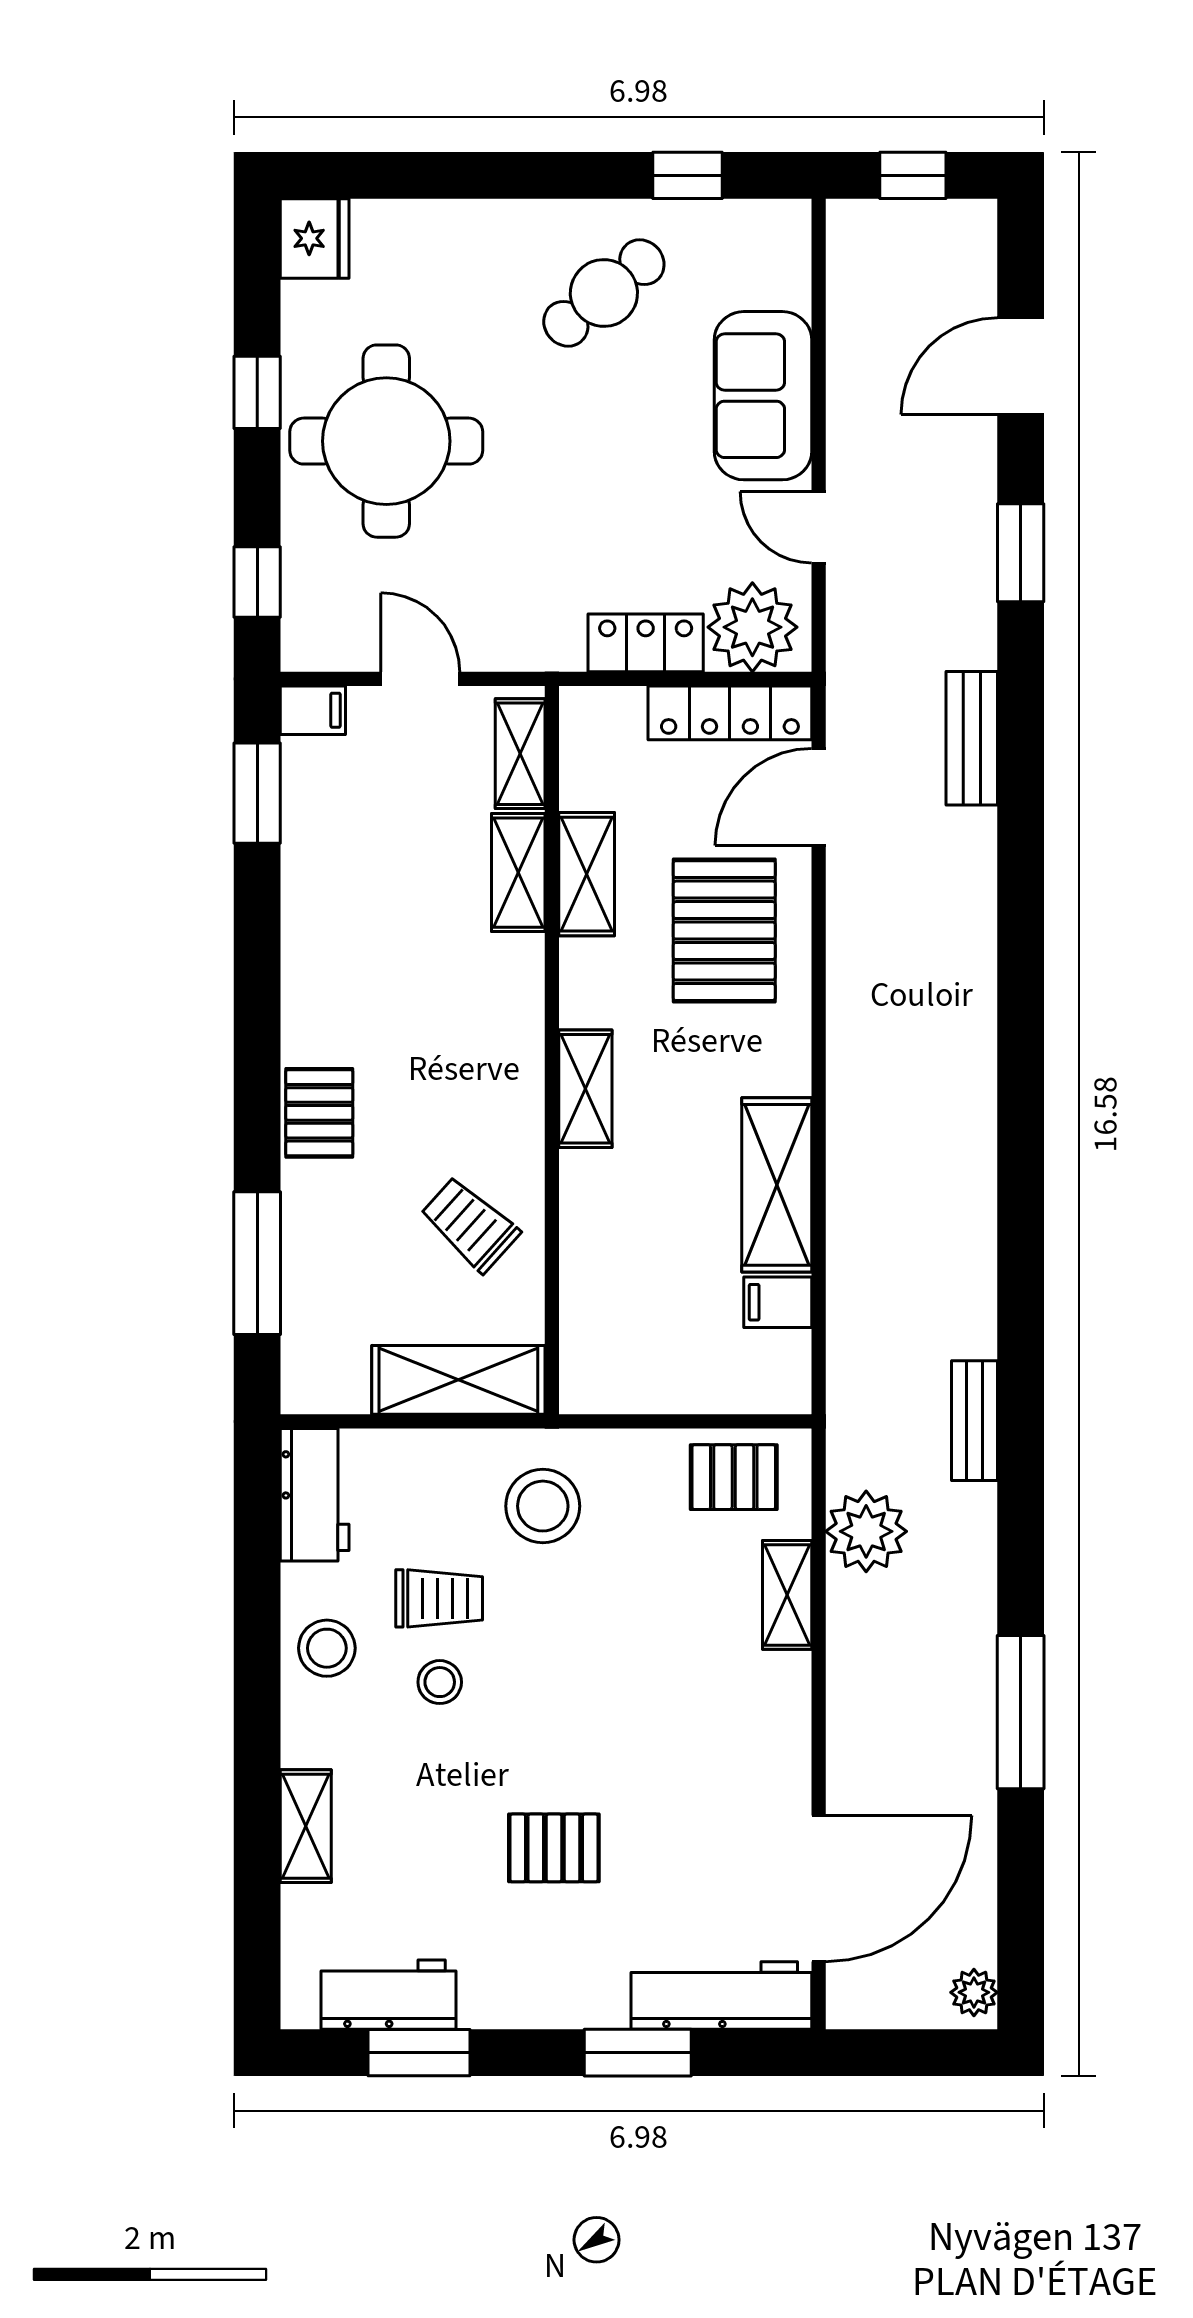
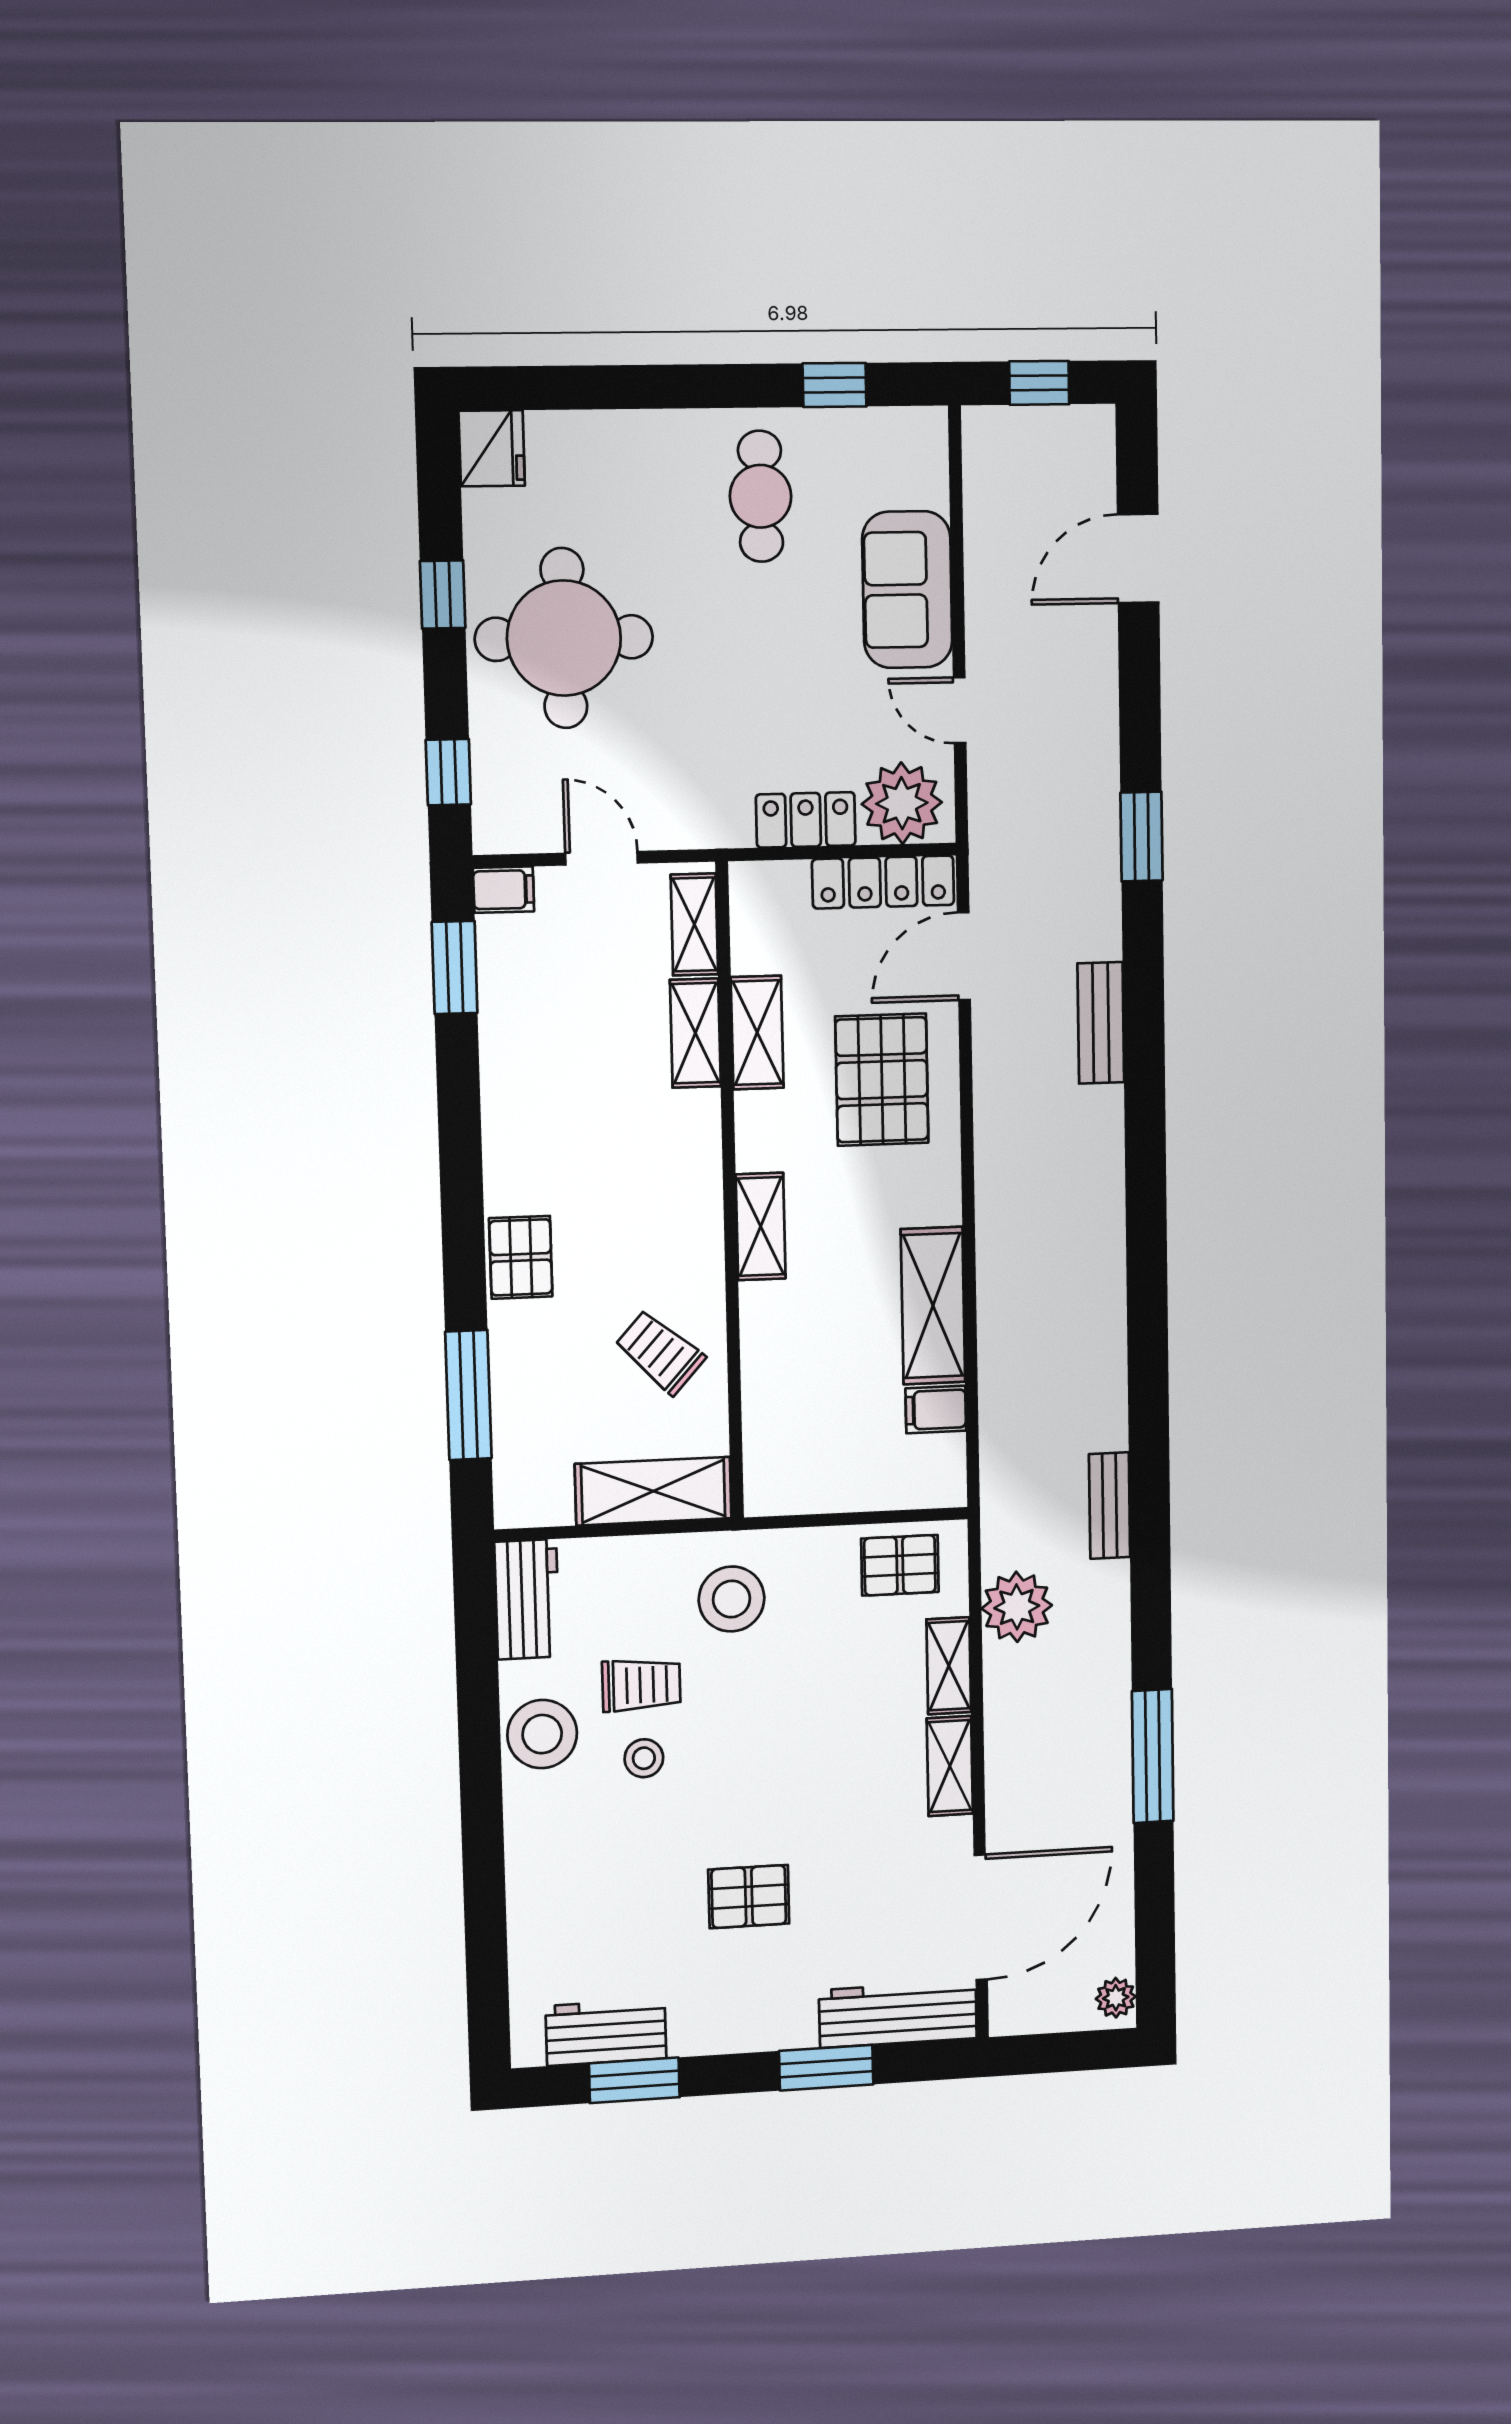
cafe table: (604, 293) -> (760, 496), turned -51
window: (1021, 553) -> (1141, 837), moved
bench: (972, 738) -> (1101, 1023), moved
stool: (327, 1648) -> (542, 1734), width x1.38, depth x1.38
shelving: (306, 1826) -> (950, 1766), moved

